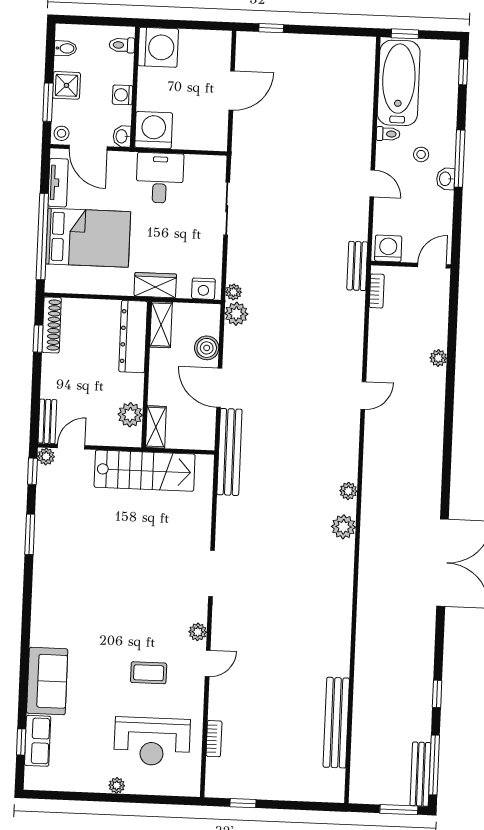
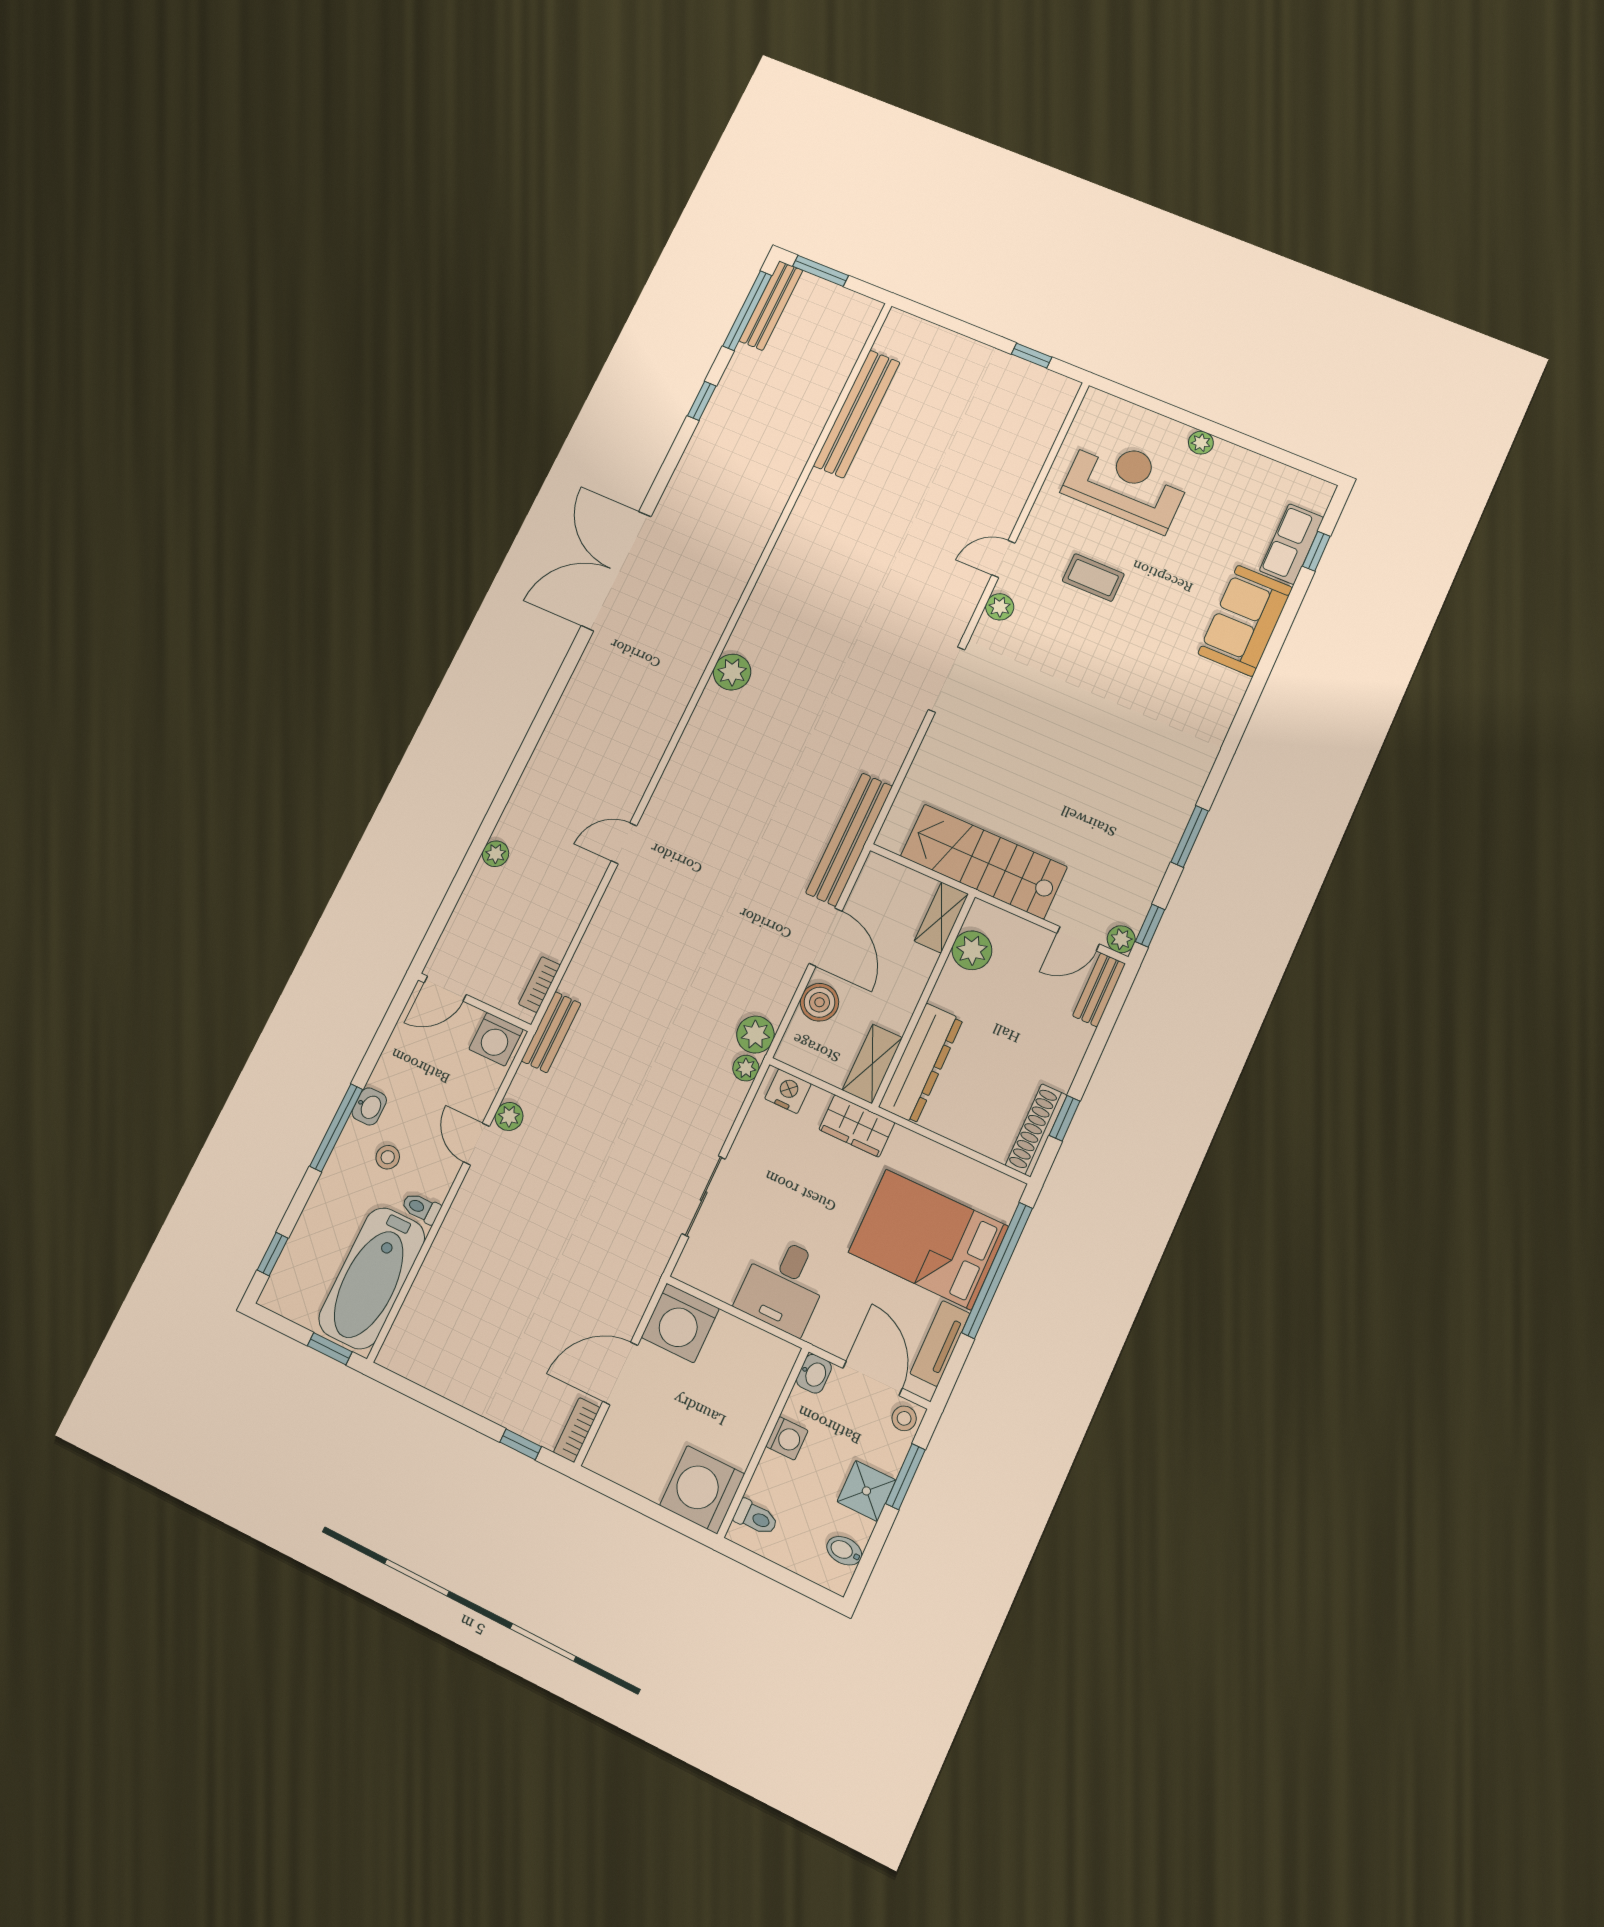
washing machine: (154, 130) -> (680, 1323), moved
plant: (348, 491) -> (509, 1116), moved
bookcase: (214, 739) -> (577, 1430), moved

